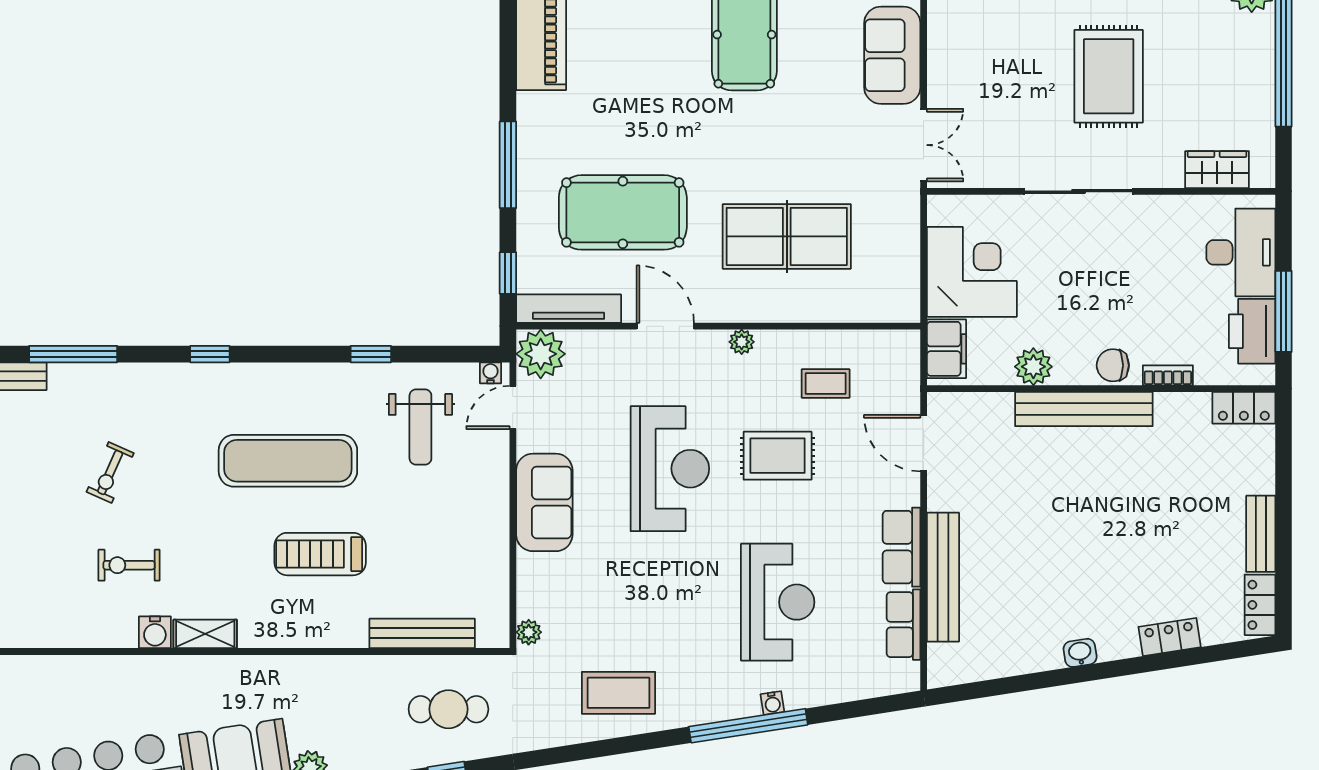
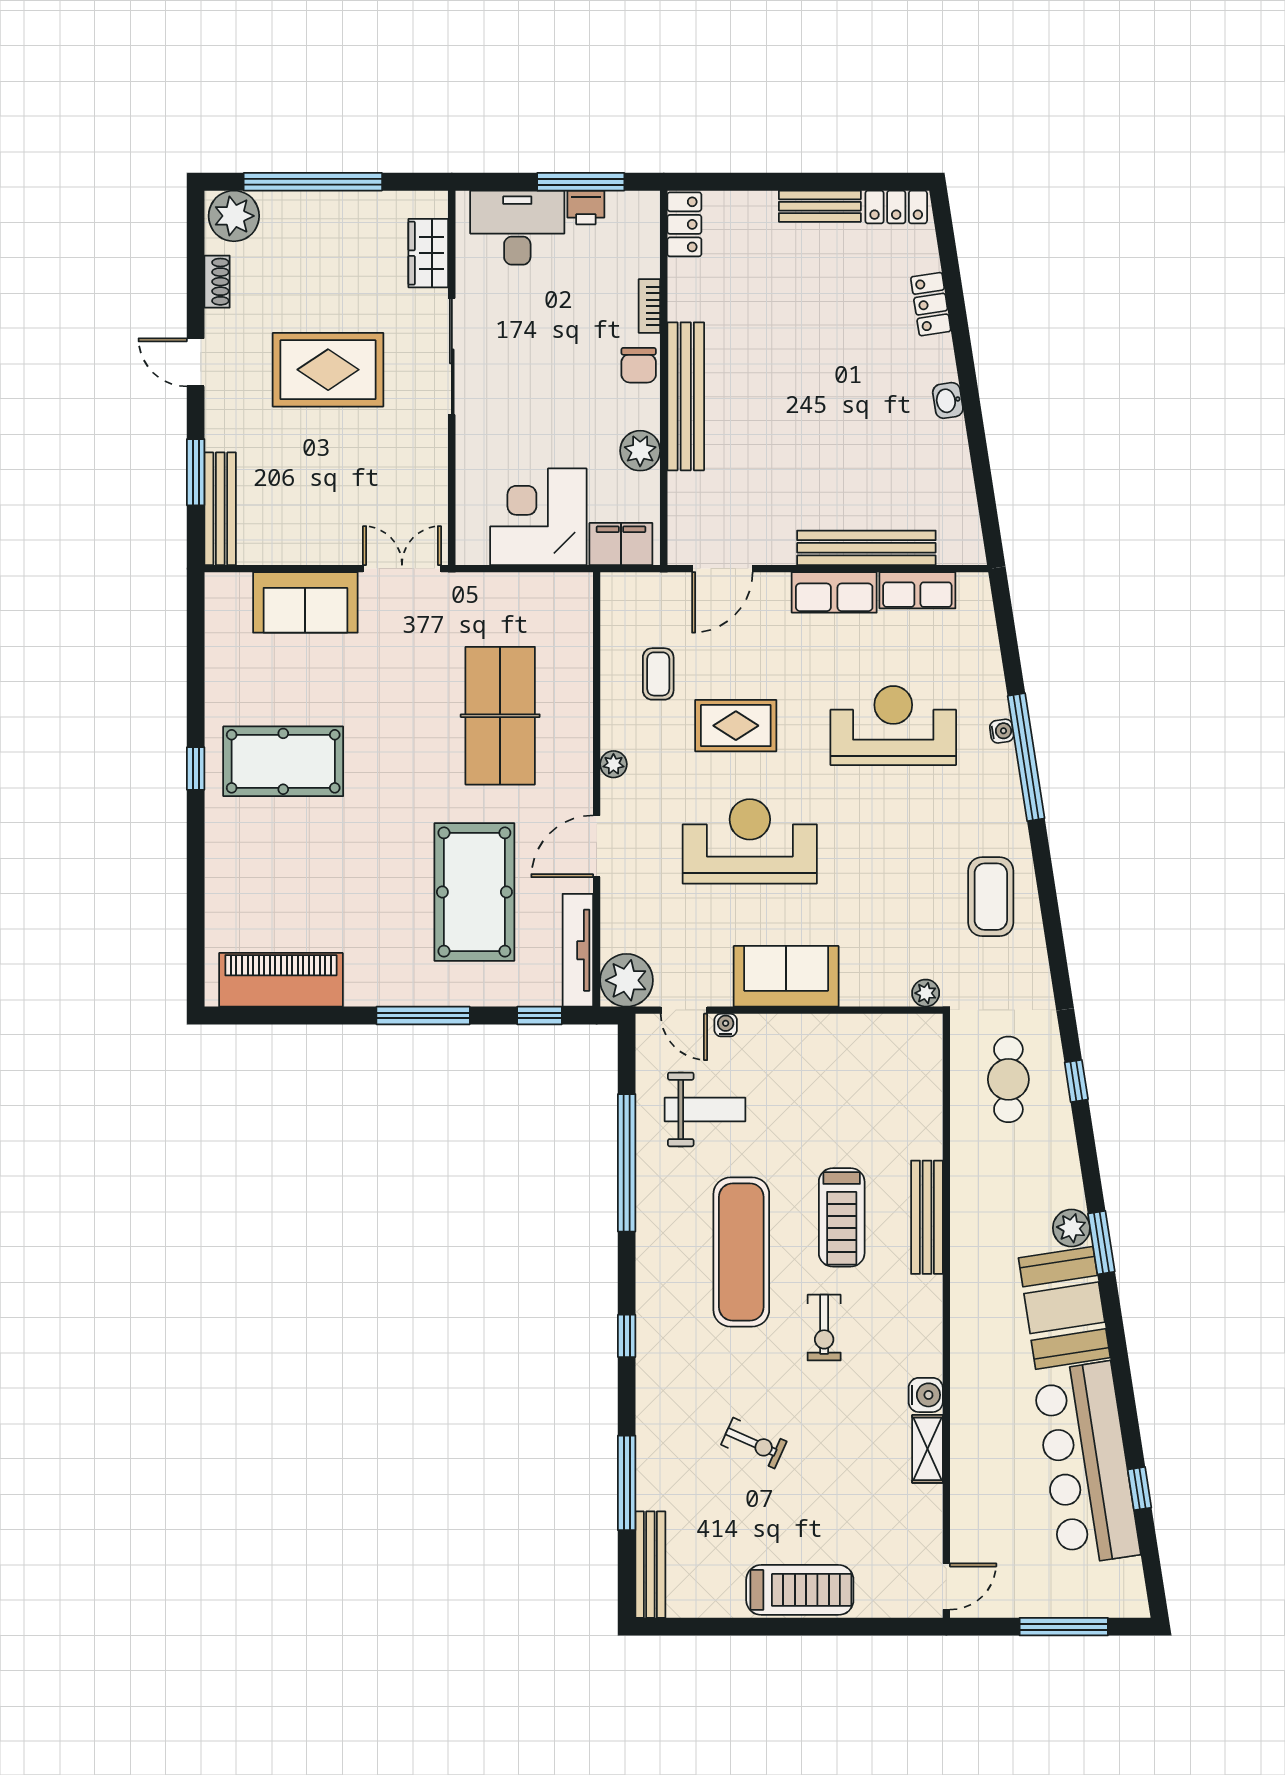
sliding door: (1079, 191) -> (452, 356), moved
printer: (1252, 331) -> (586, 207), width x0.53, depth x0.68
window: (371, 354) -> (627, 1163), width x3.17
water cooler: (490, 373) -> (726, 1025), moved, turned 90
rug: (778, 456) -> (736, 726), turned 90
exercise bike: (129, 565) -> (824, 1328), moved
bench: (422, 633) -> (927, 1217), moved
shelving: (205, 634) -> (928, 1449), moved

